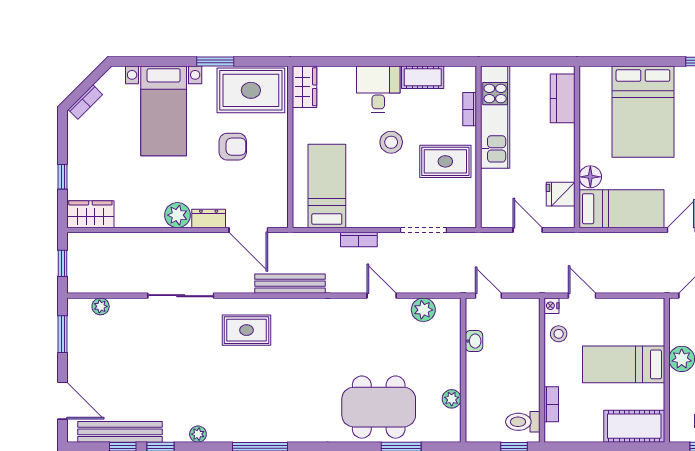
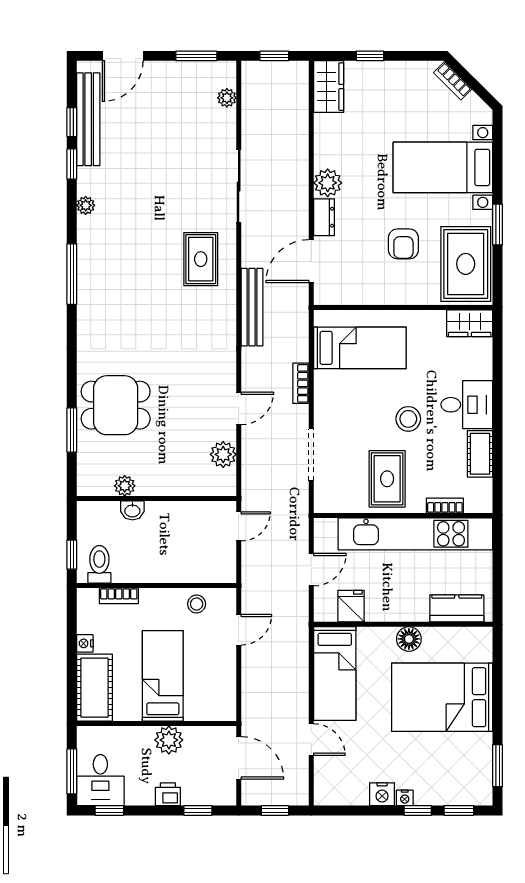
kitchen unit: (495, 117) -> (415, 534), width x1.36
floor lamp: (590, 177) -> (409, 639), moved
nightstand: (552, 306) -> (85, 643), moved, turned -90
washbasin: (474, 341) -> (132, 510), moved
dining table: (379, 407) -> (116, 405), width x0.73

